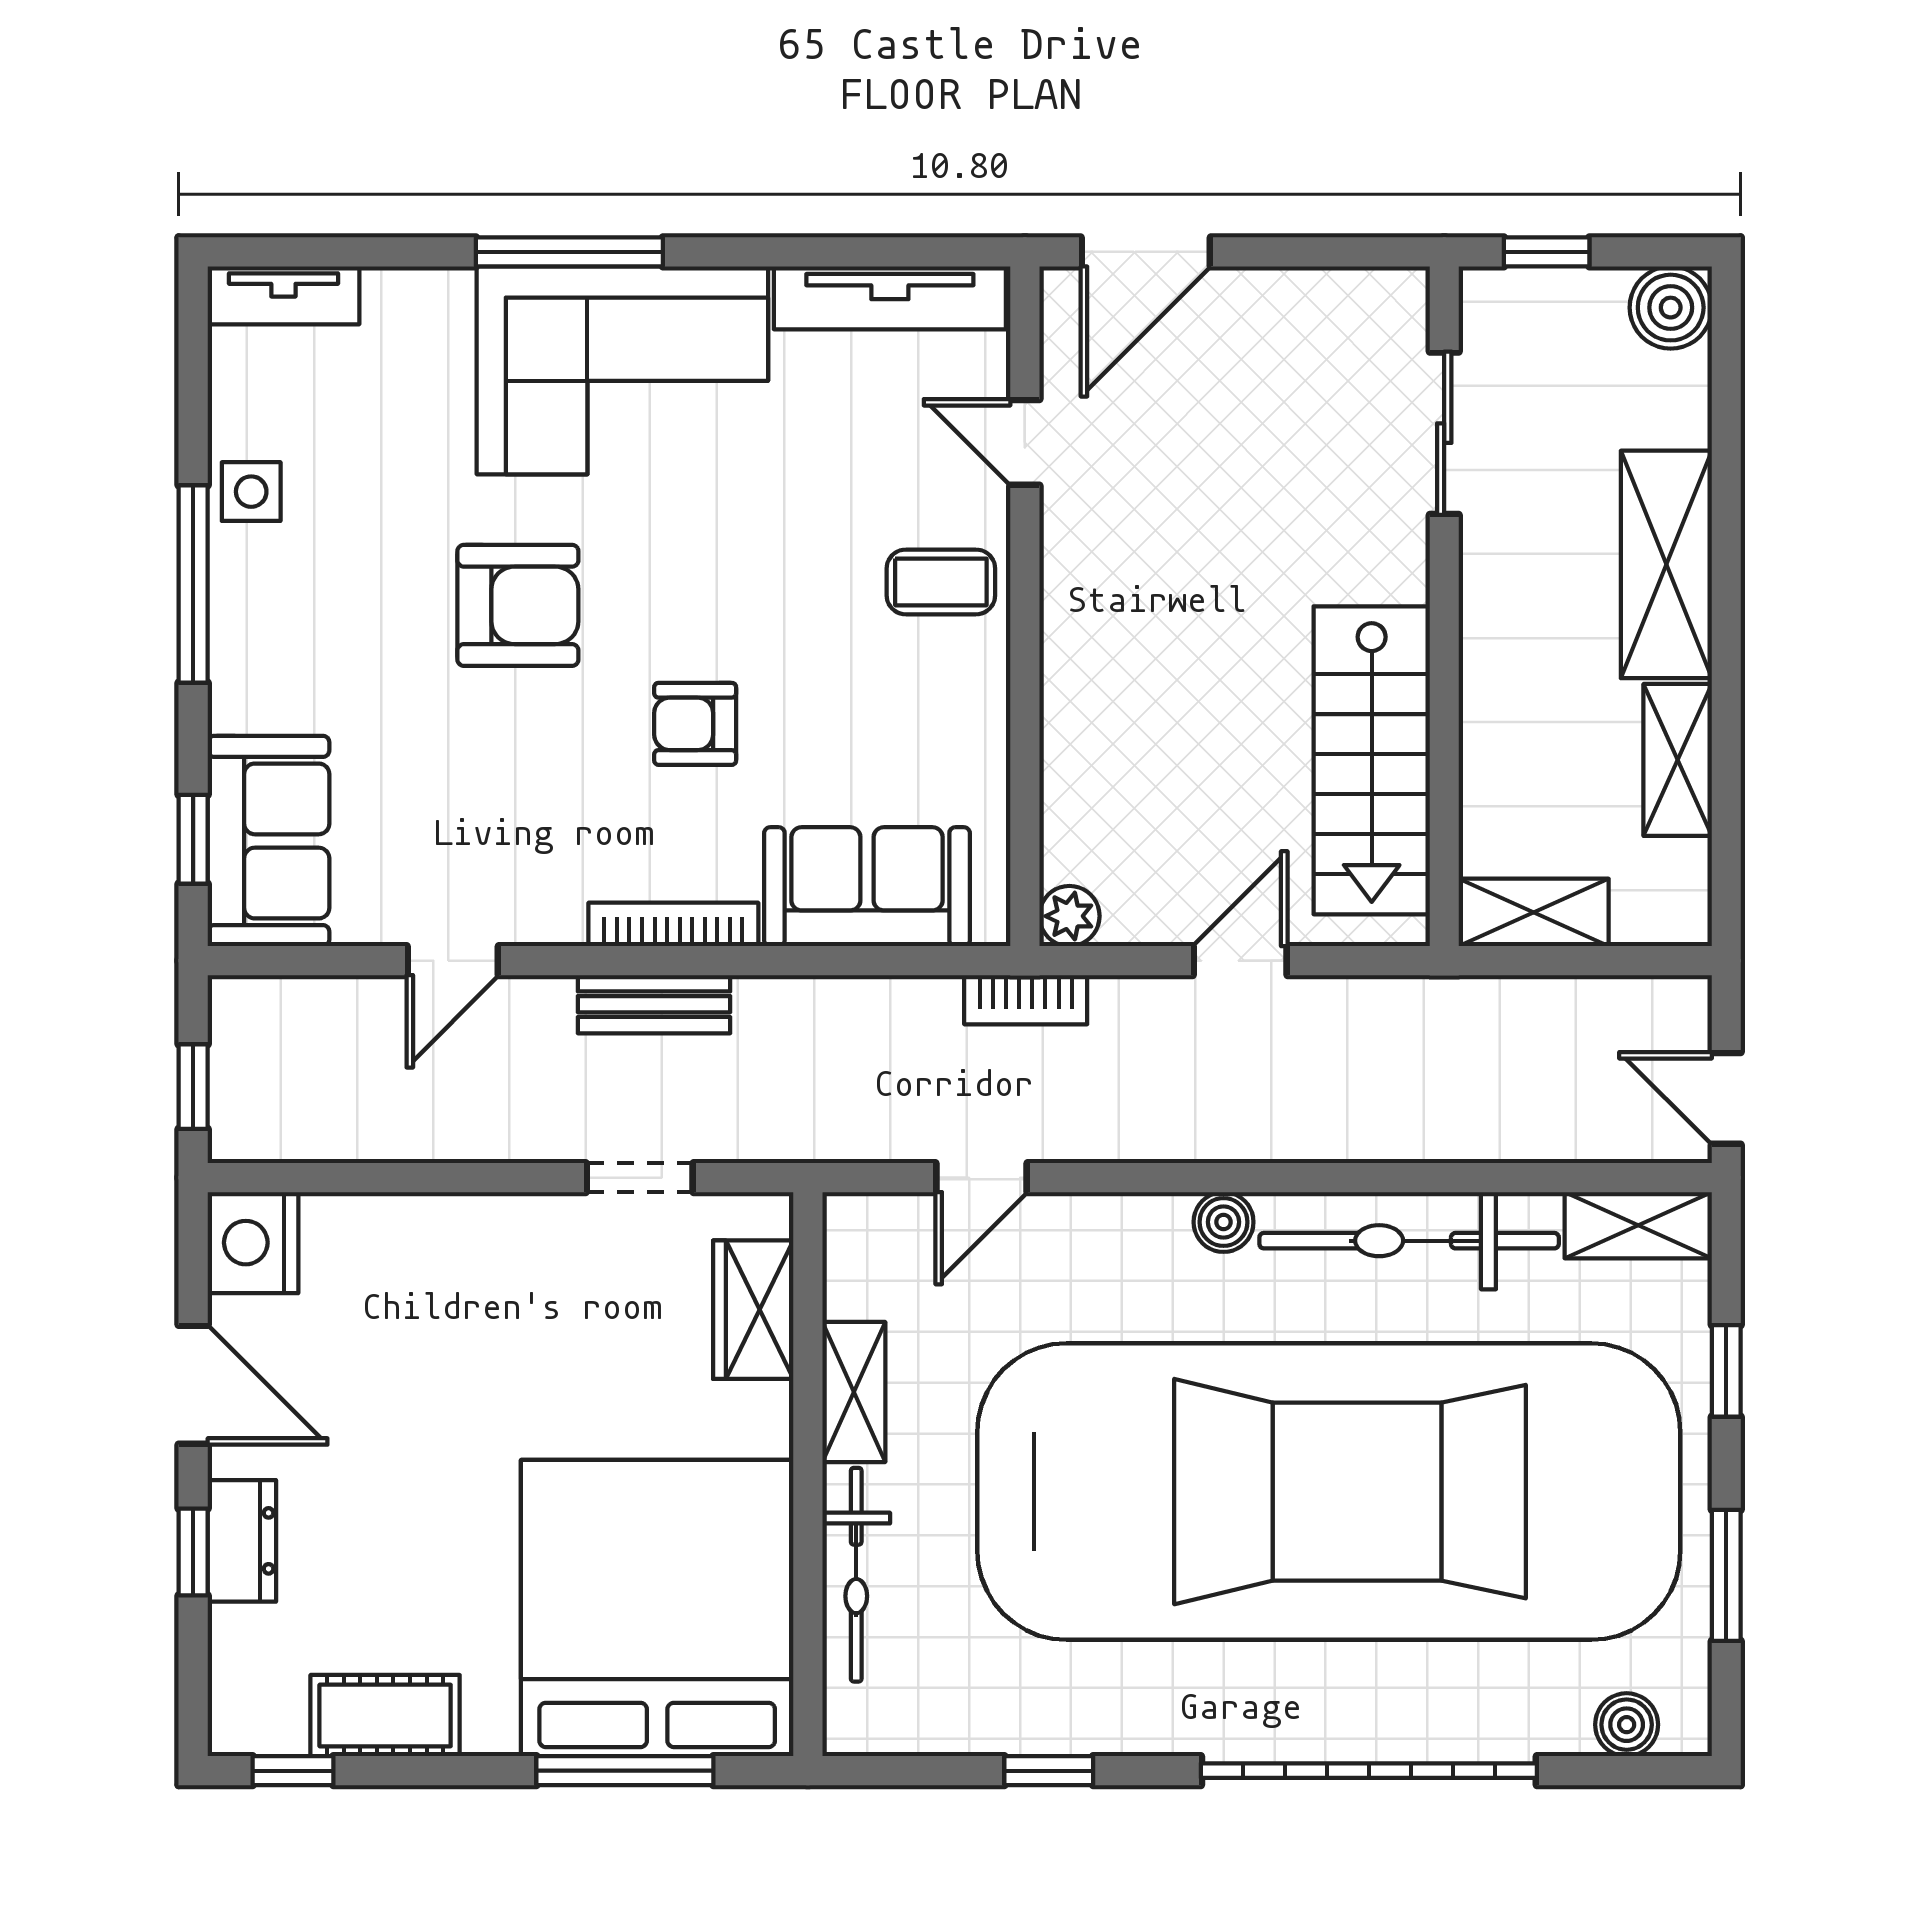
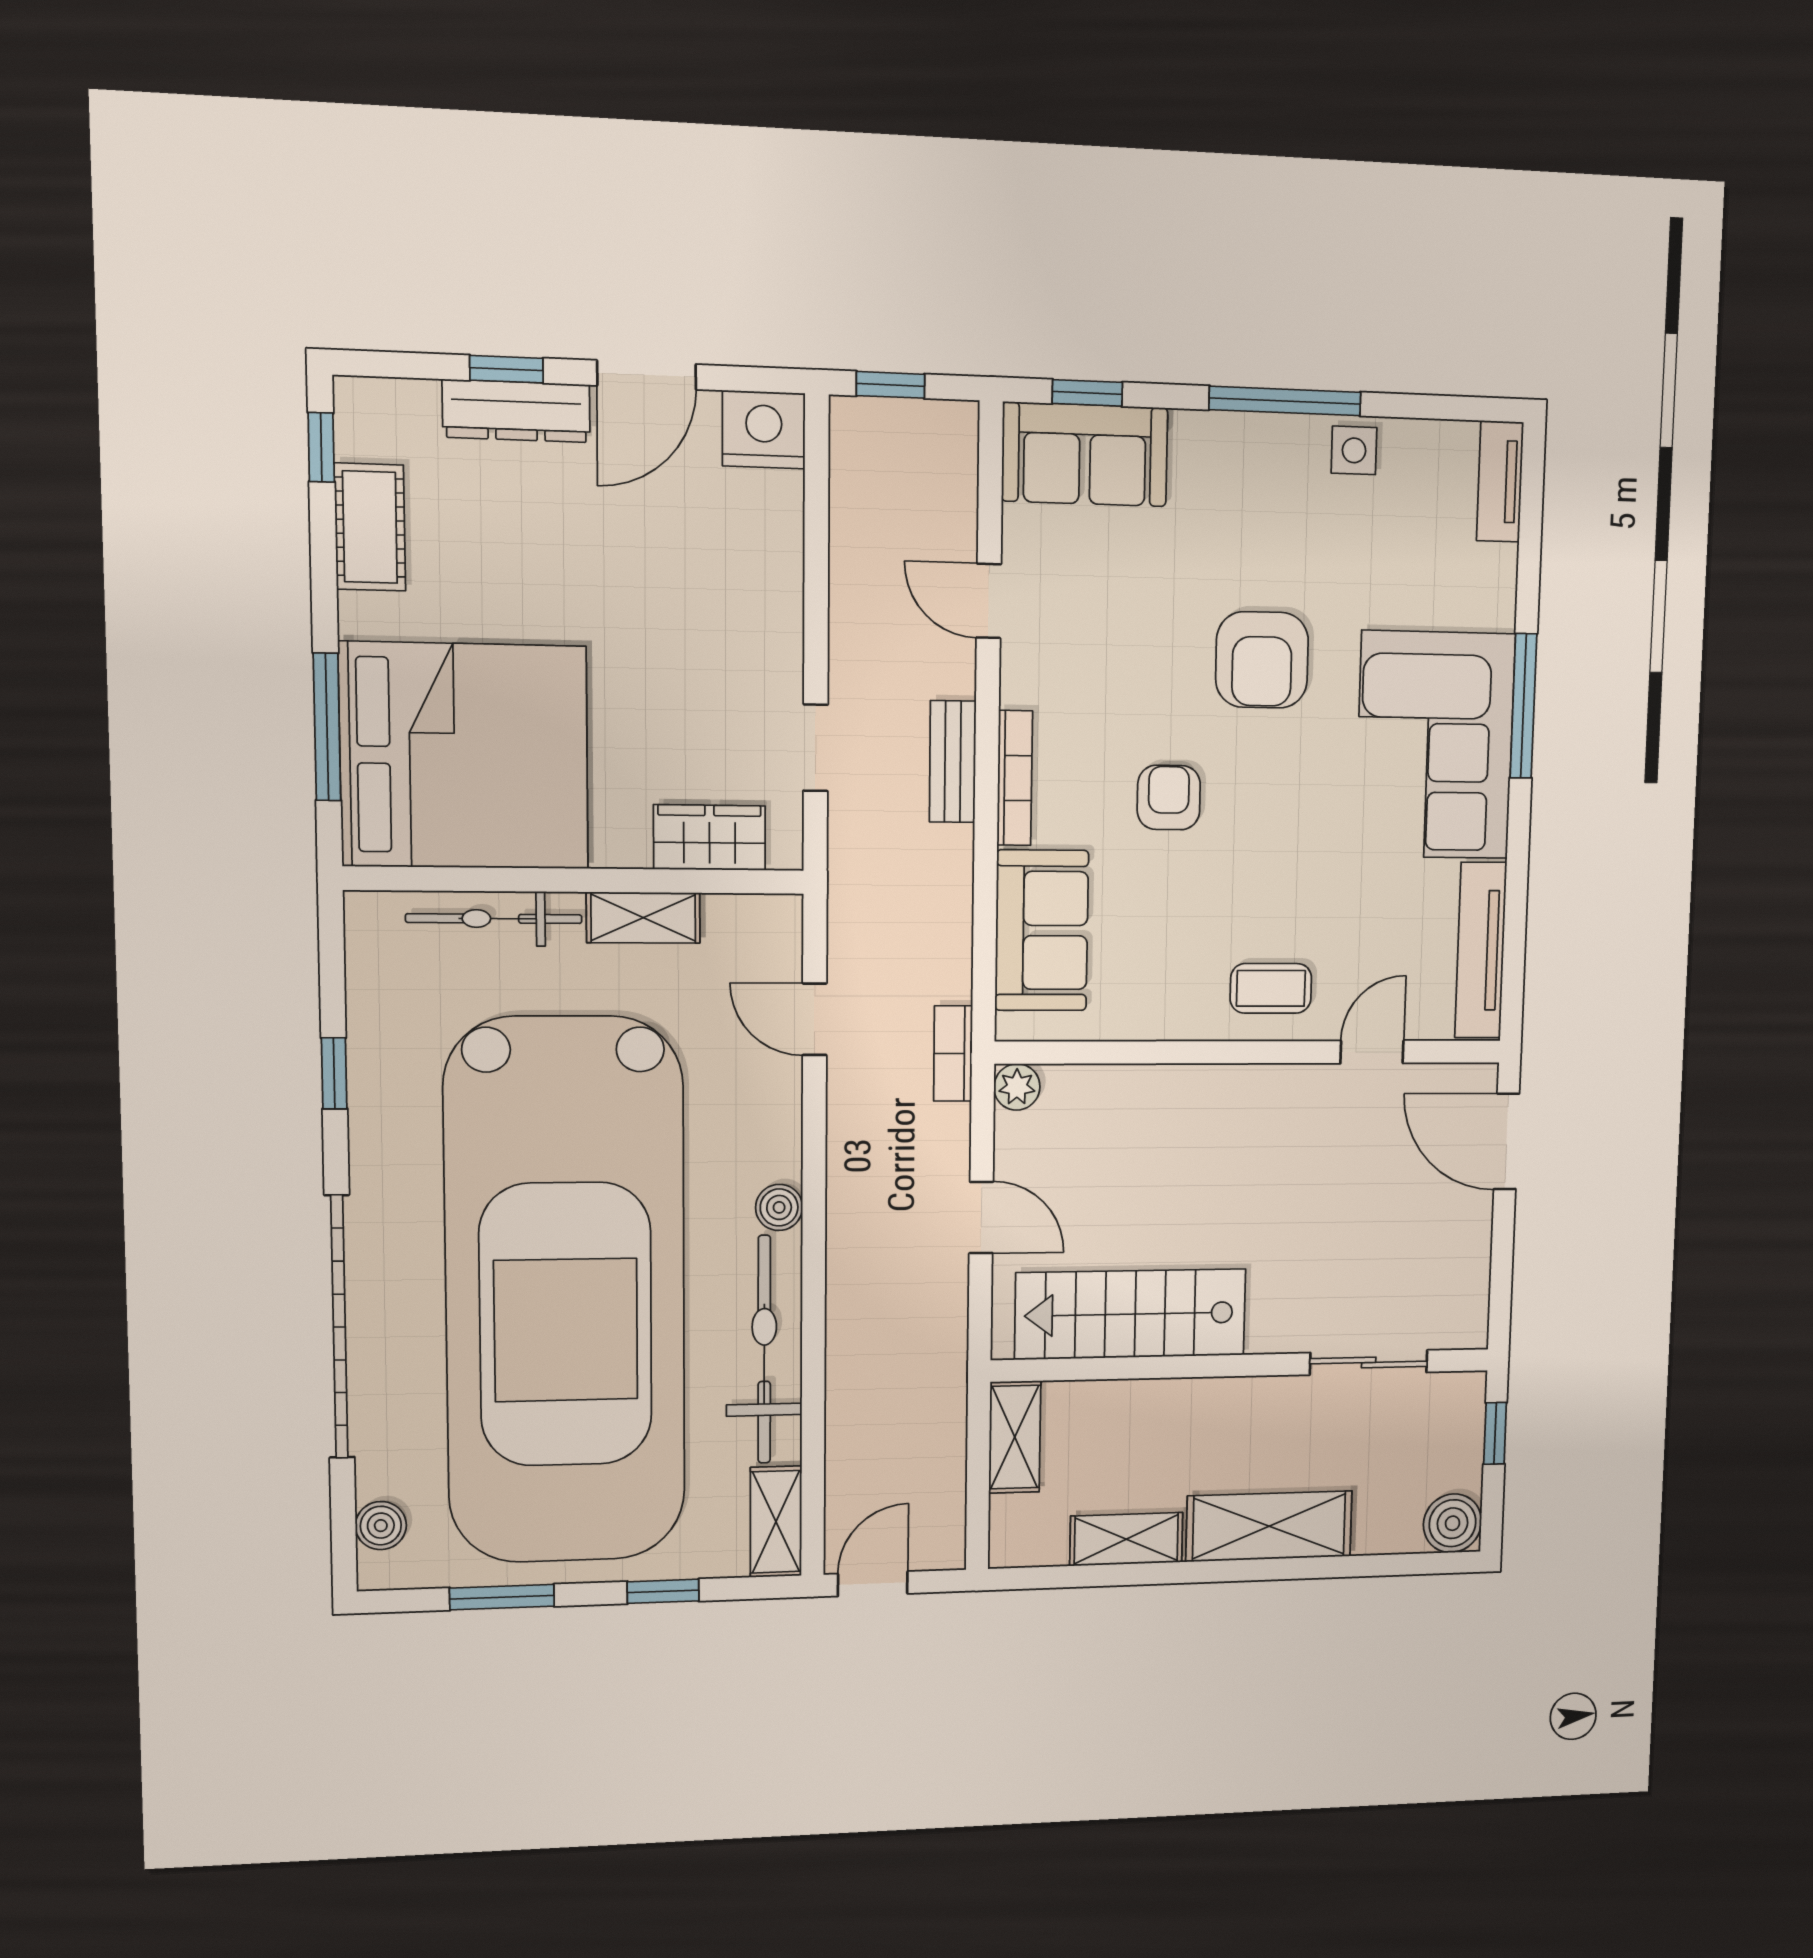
coffee table: (941, 582) -> (1271, 988), turned 90
dresser: (242, 1541) -> (516, 411), width x1.44

